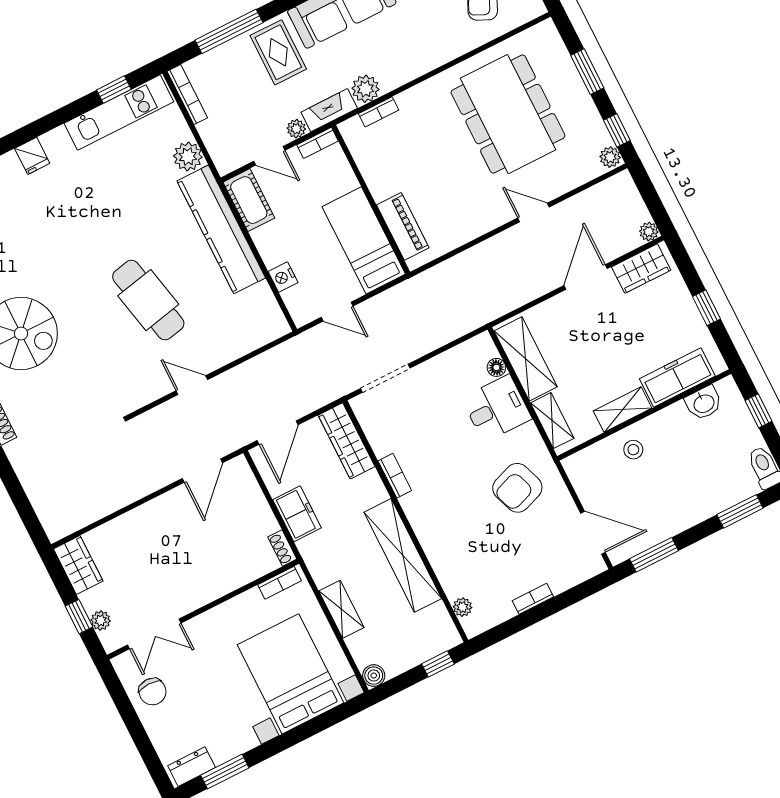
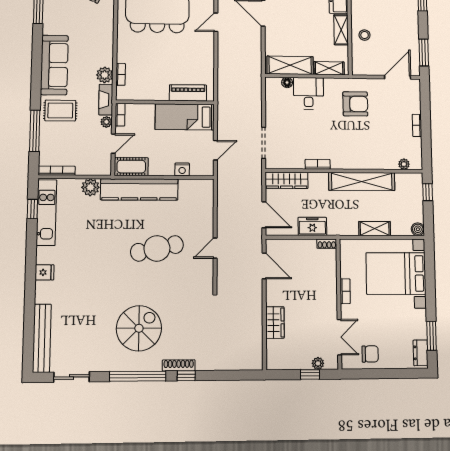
armchair: (517, 488) -> (355, 104), turned -70
wardrobe: (78, 565) -> (275, 323), moved, turned 90
bookcase: (280, 583) -> (345, 291), moved

